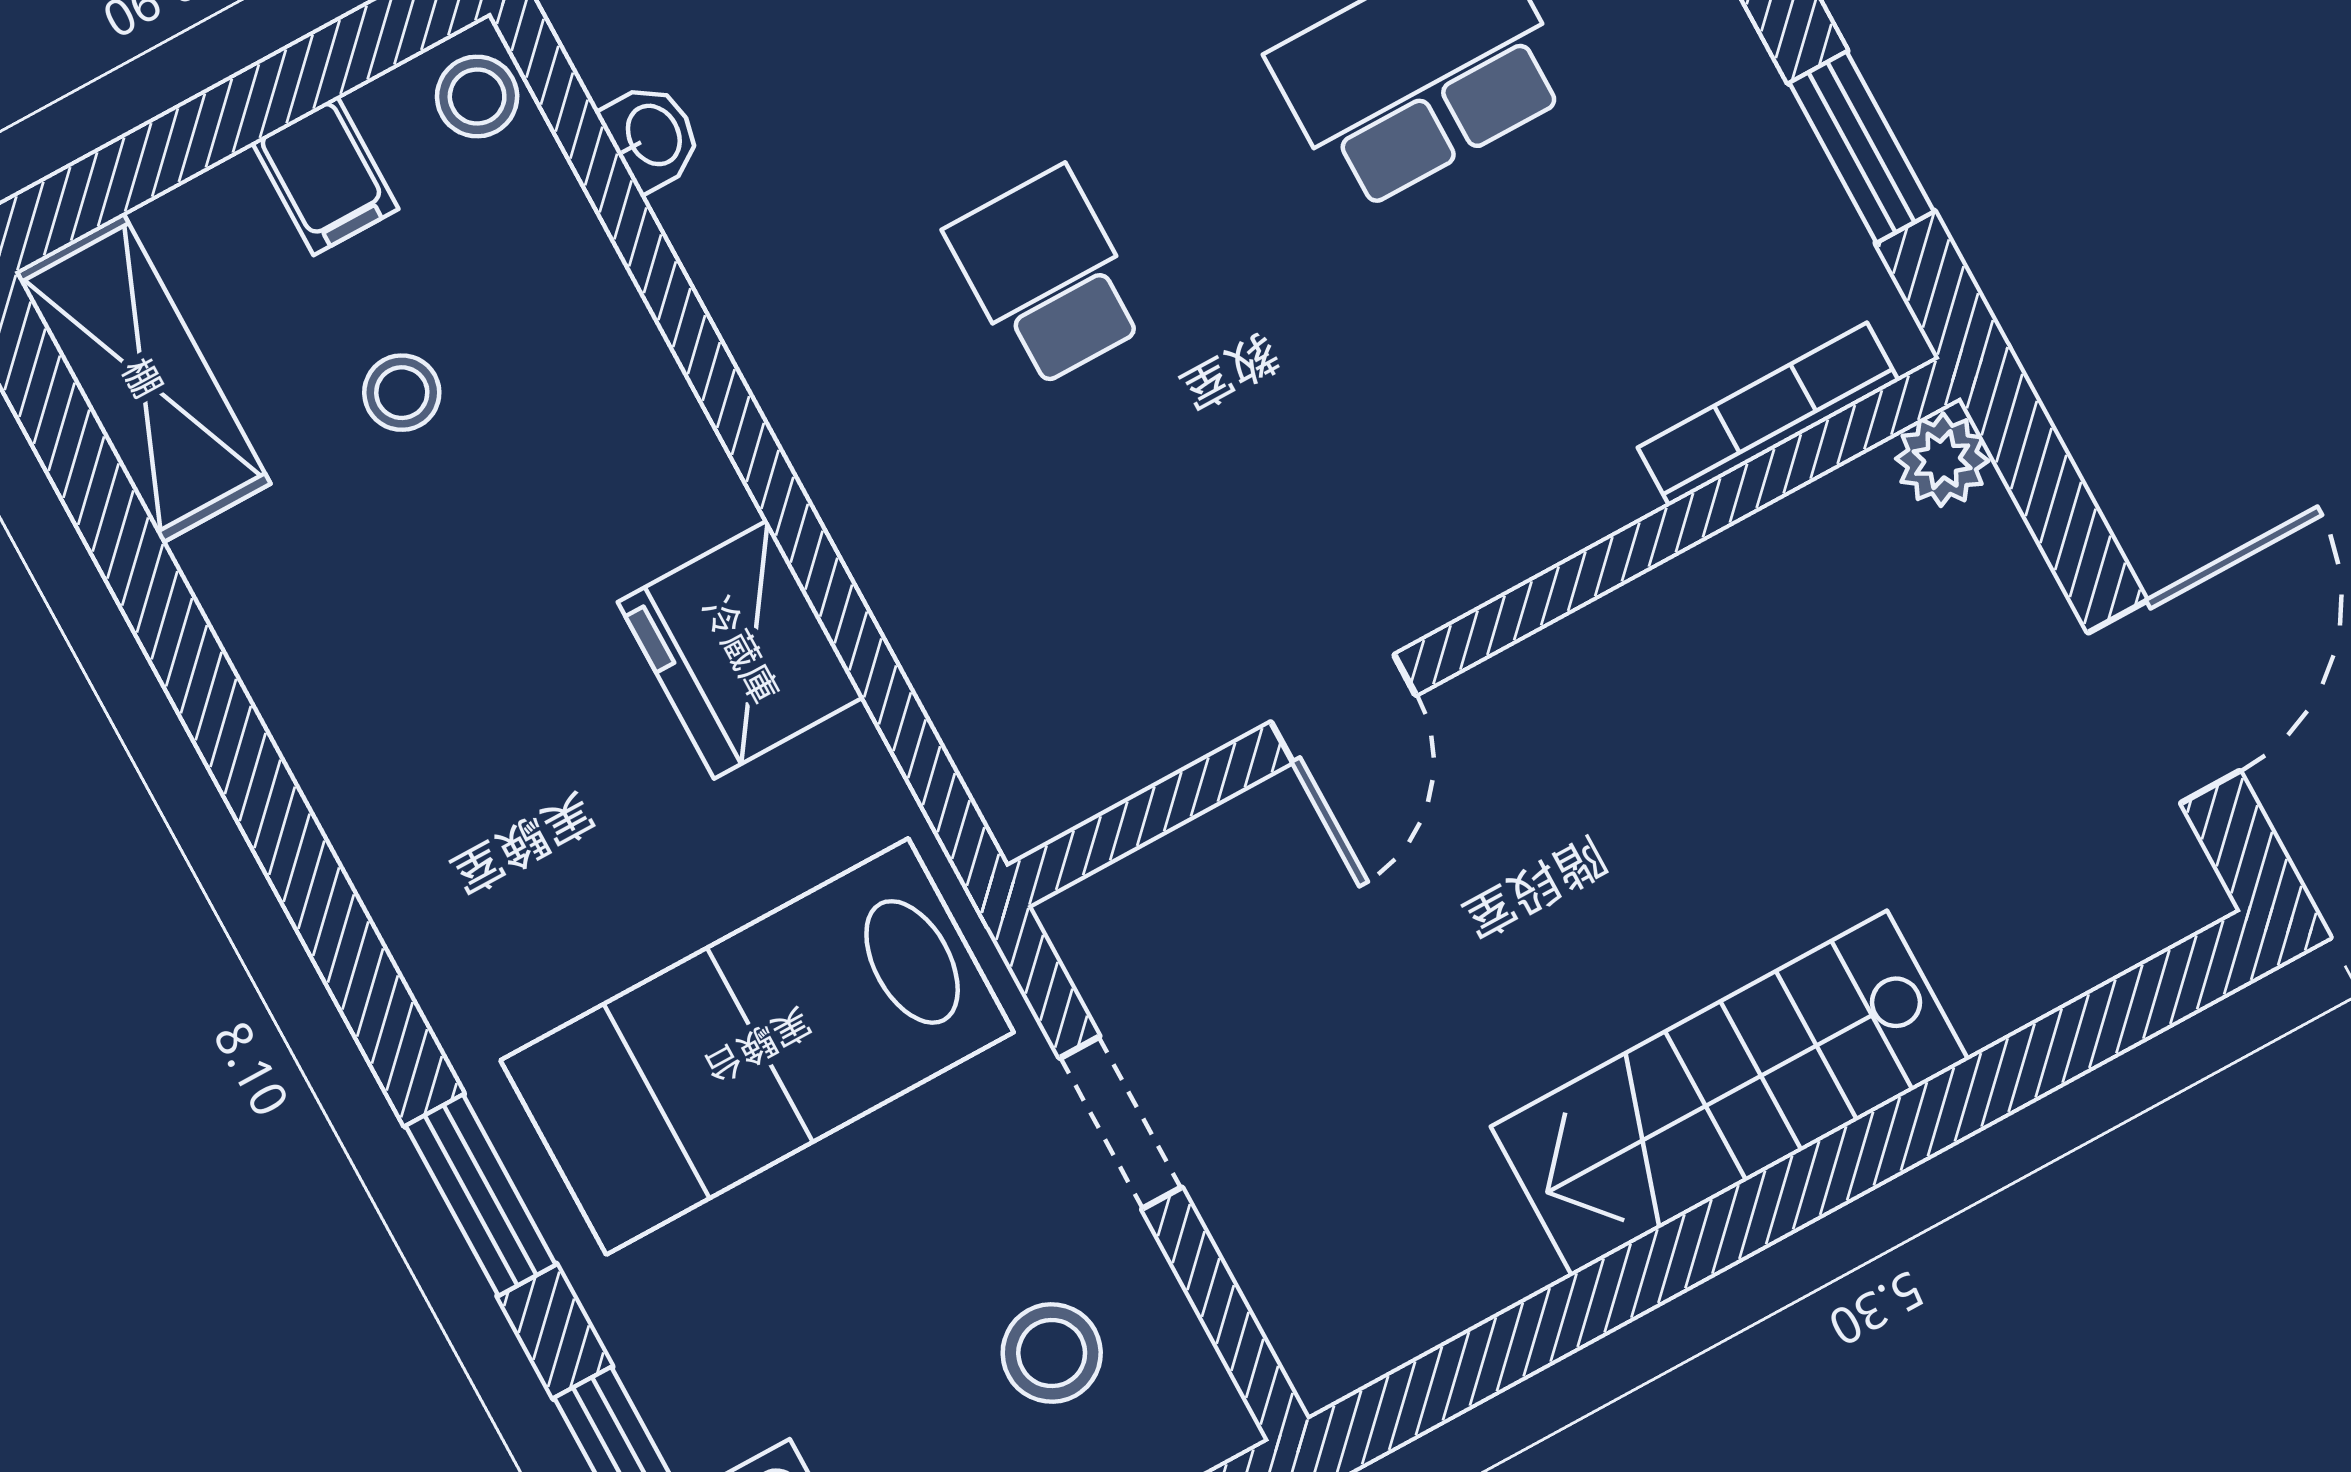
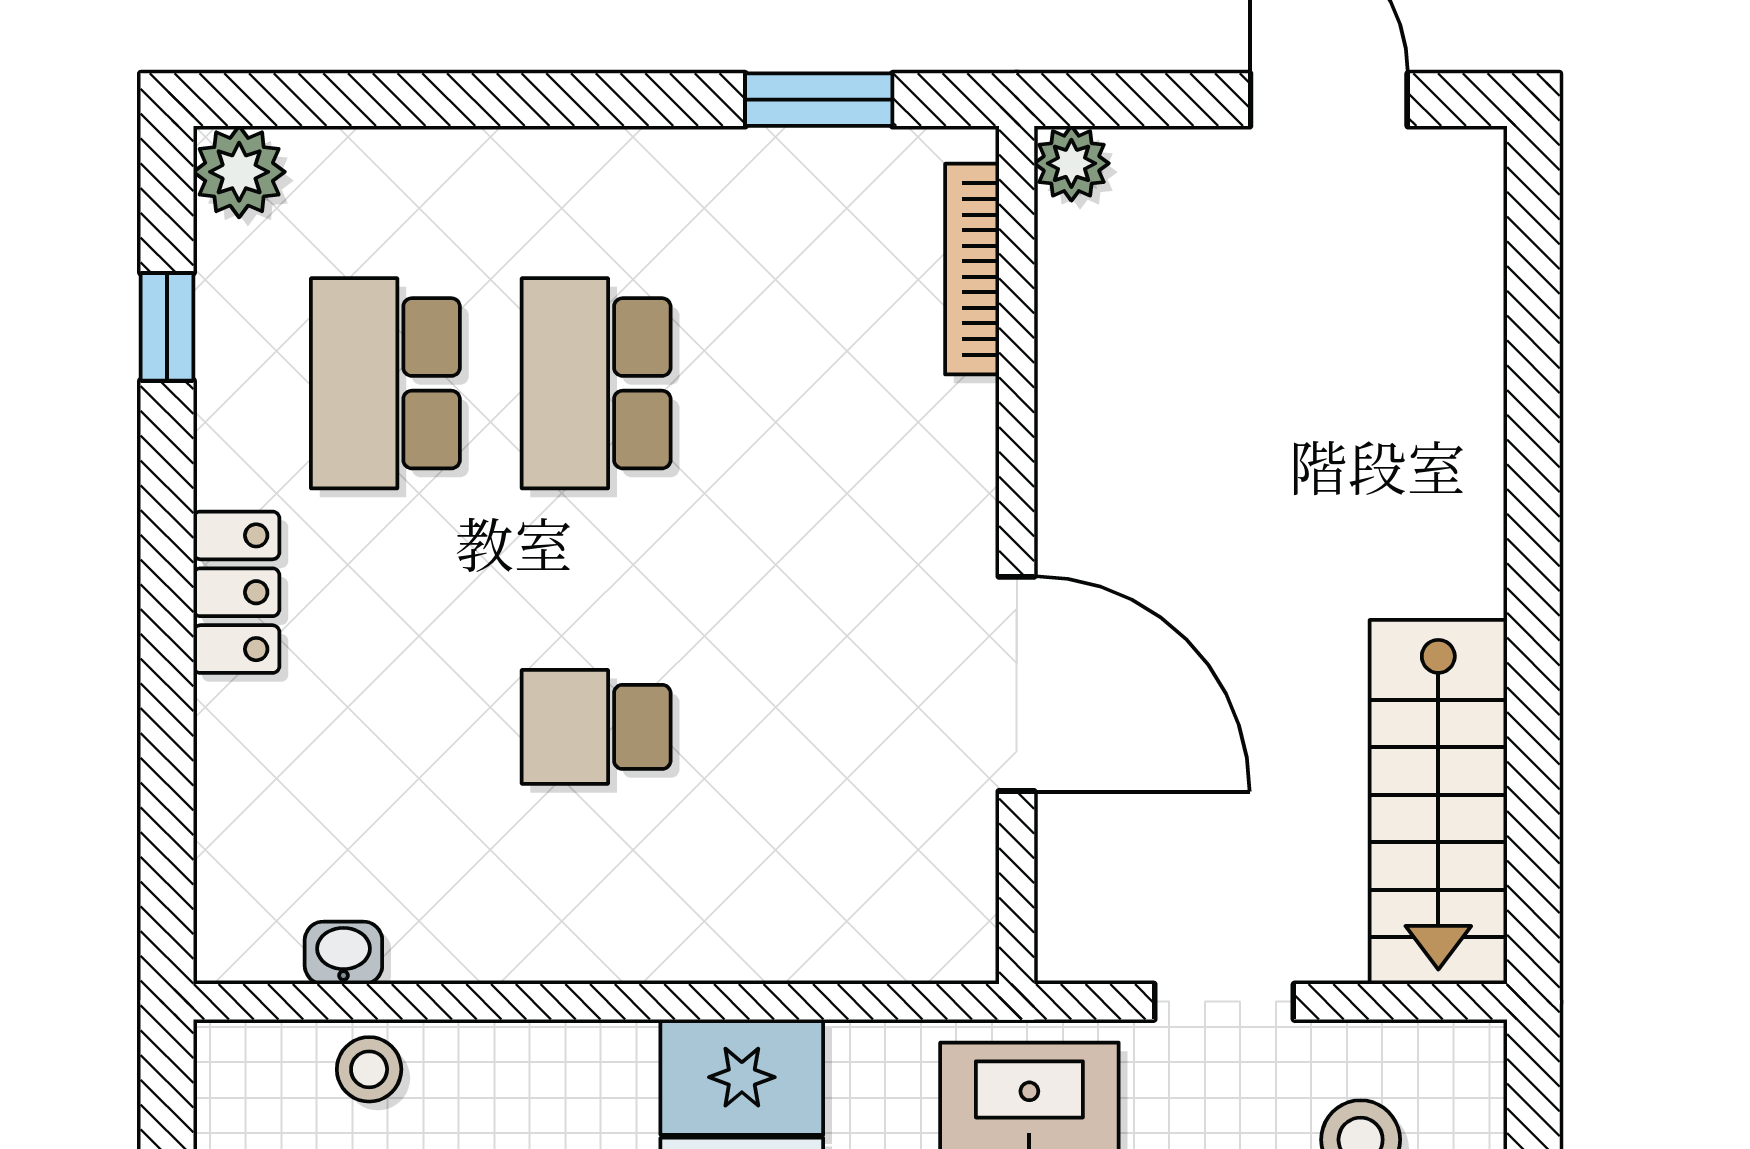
stool: (477, 96) -> (369, 1069), moved
door: (1343, 709) -> (1017, 684), width x1.87
stairs: (1730, 1093) -> (1438, 802), moved

